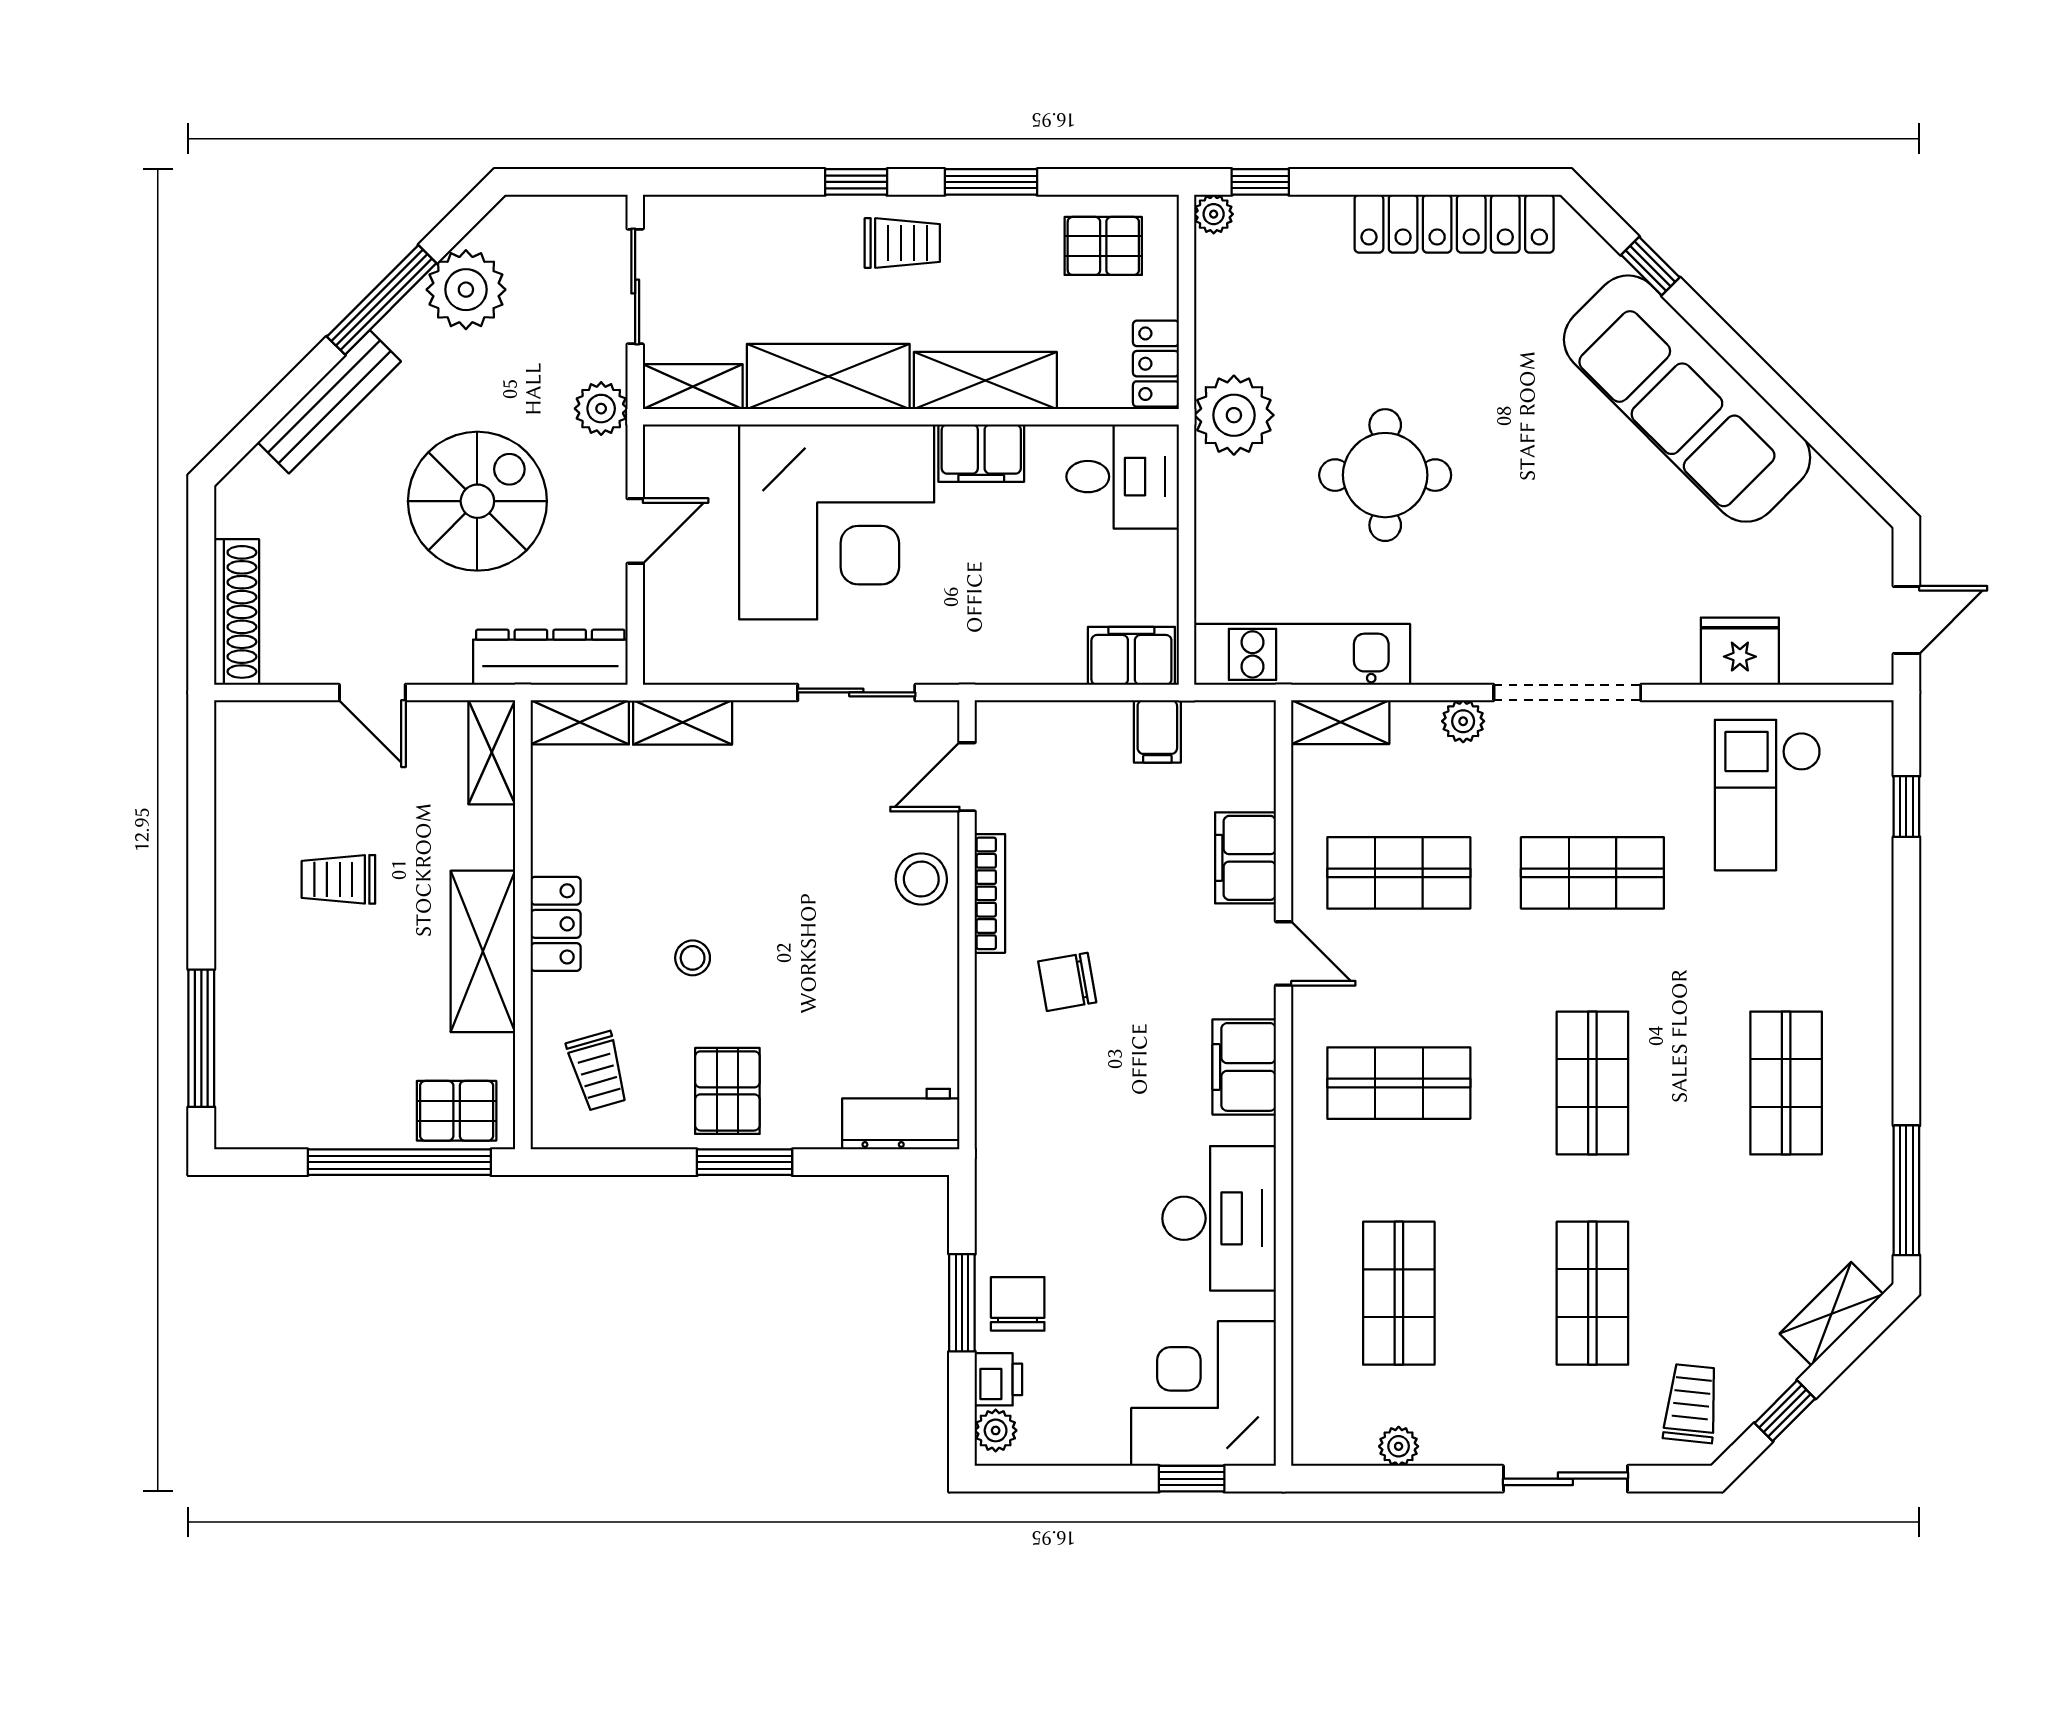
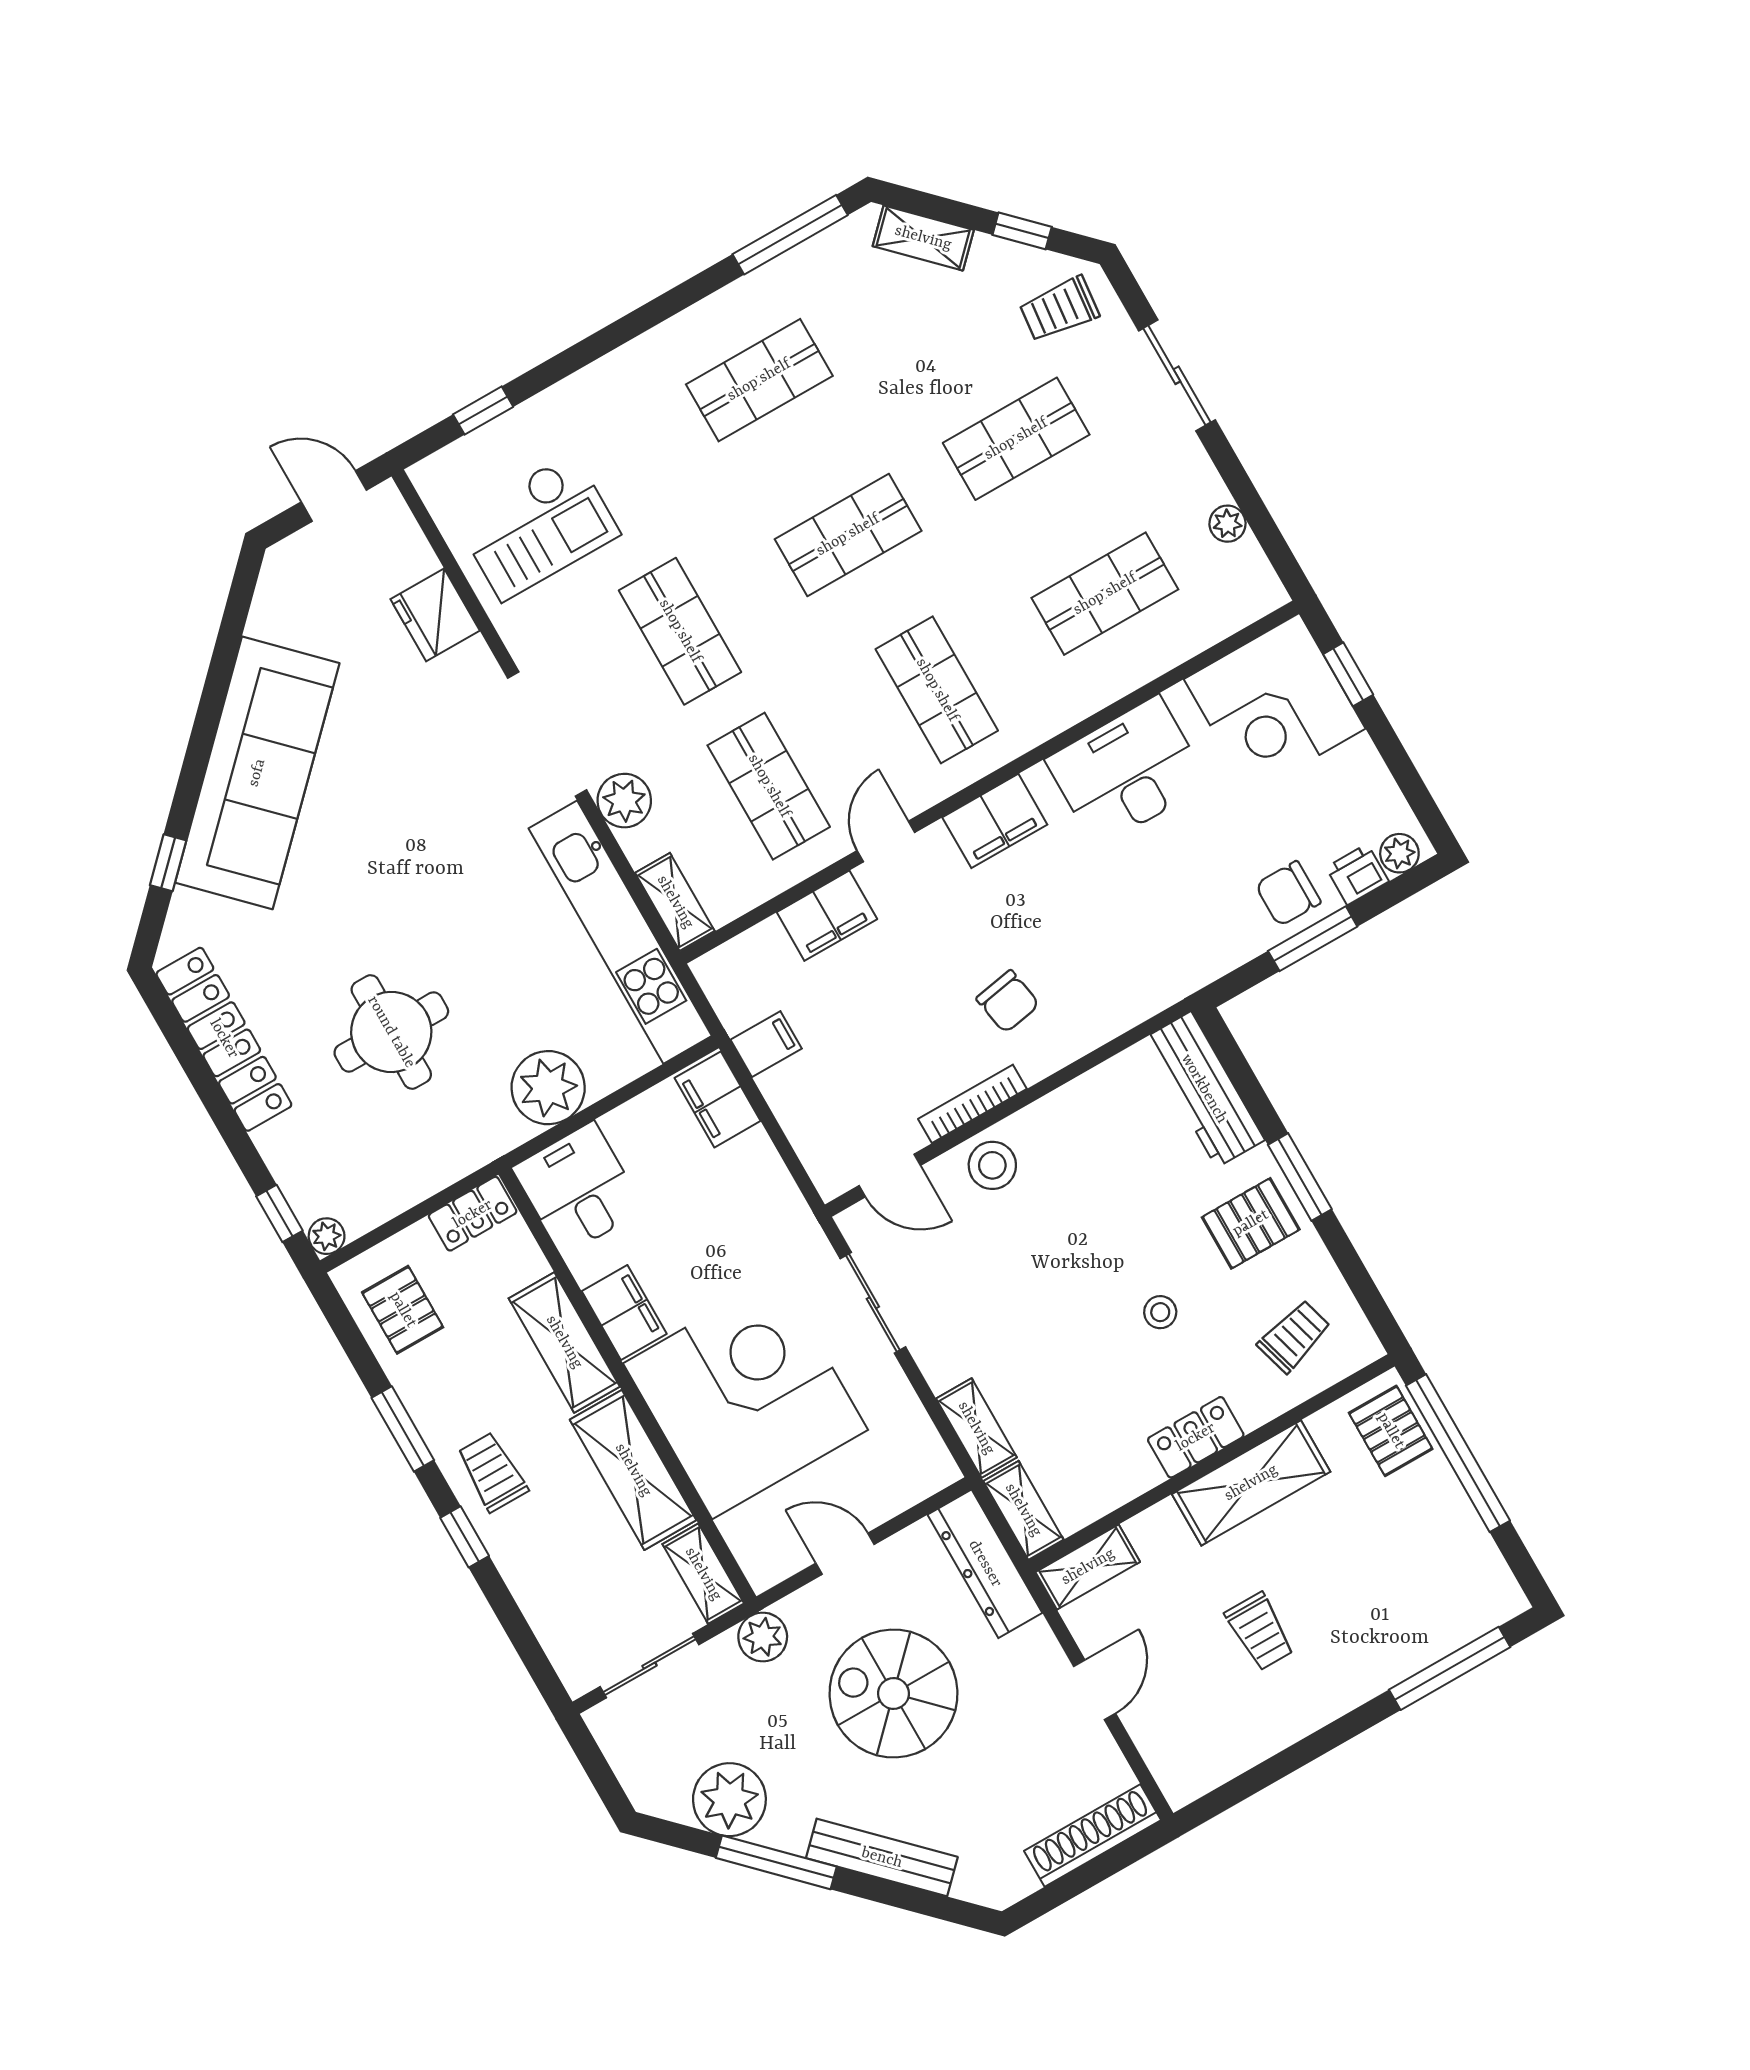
plant: (1234, 415) -> (548, 1088), moved
round table: (1385, 475) -> (391, 1032), moved
kitchen unit: (1302, 654) -> (620, 932), width x1.36
plant: (1463, 721) -> (624, 801), width x1.38, depth x1.38
workbench: (901, 1119) -> (1204, 1089), width x1.38

